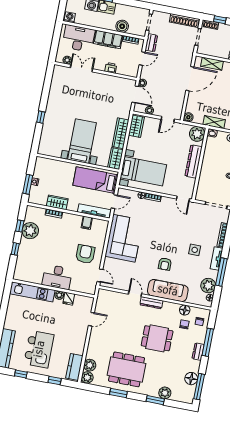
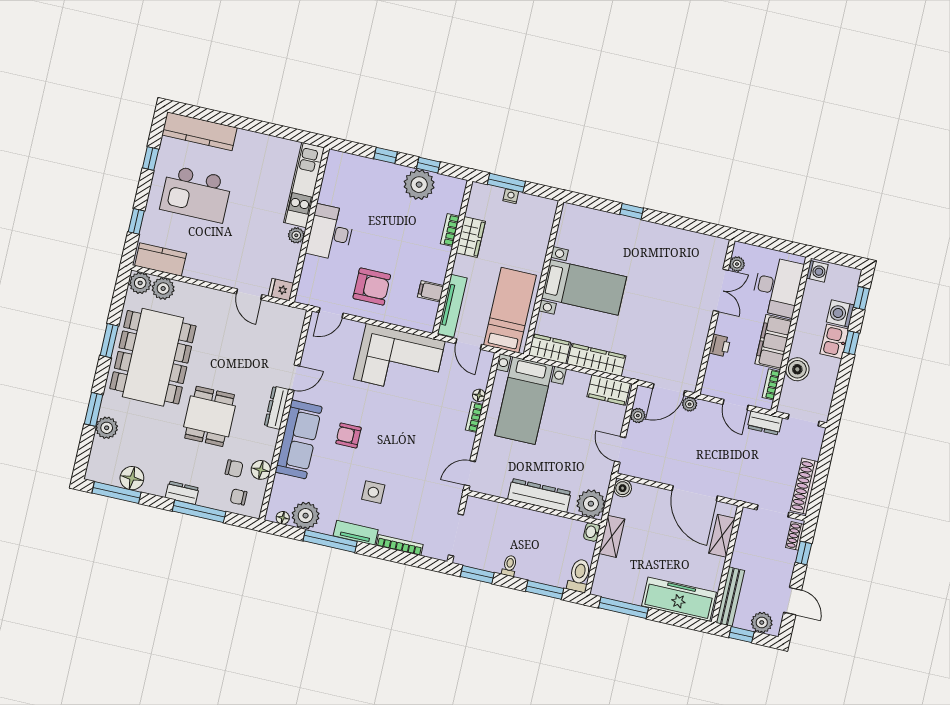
fridge: (69, 299) -> (281, 290), moved
dining table: (127, 369) -> (153, 357), width x1.36, depth x1.24

